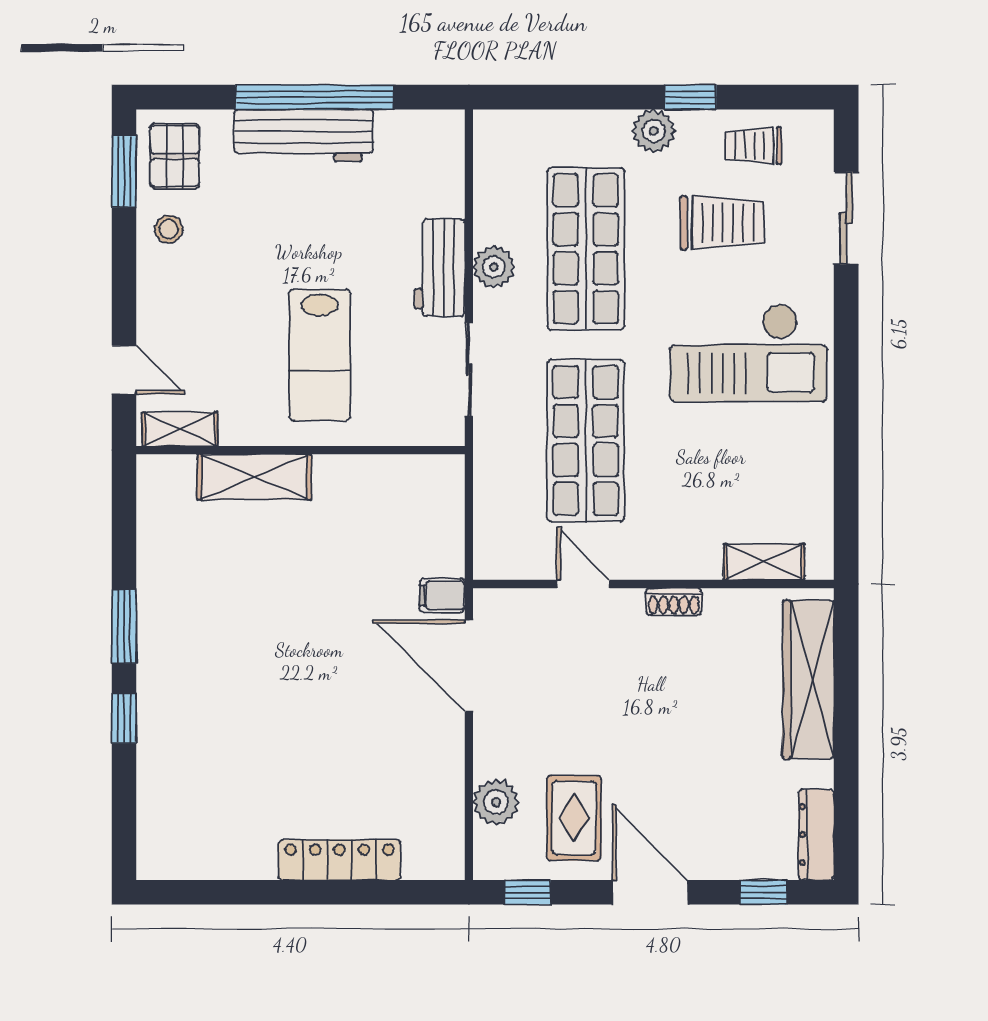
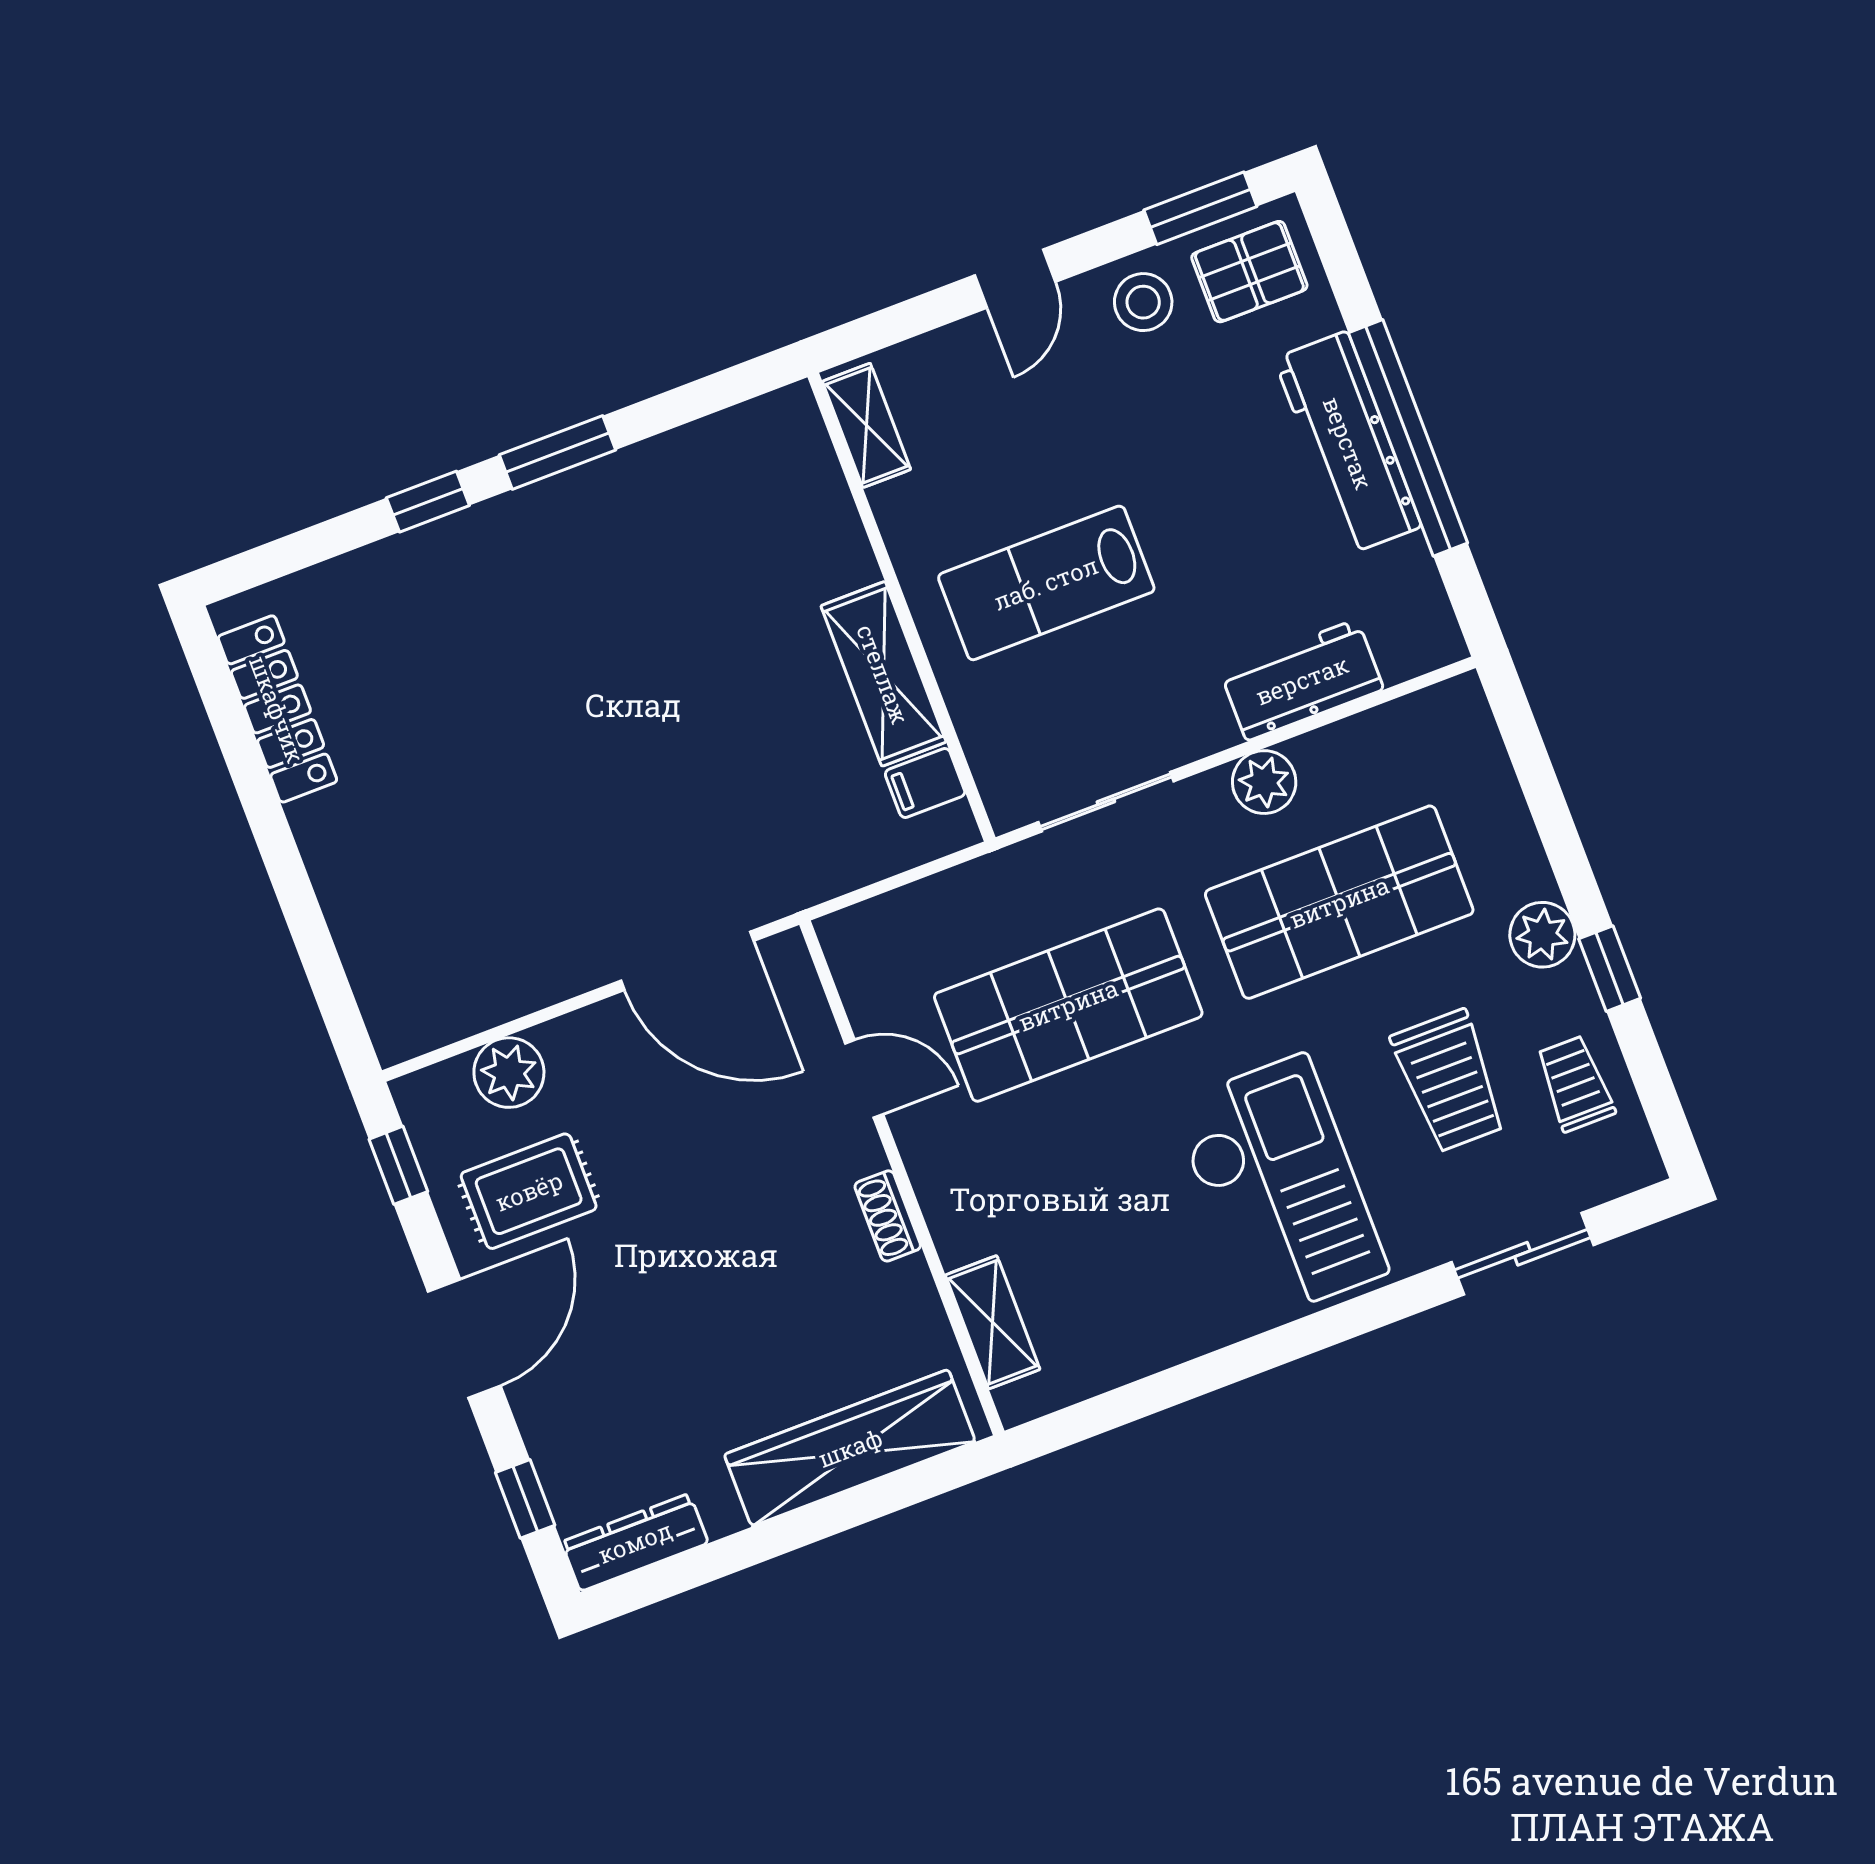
stool: (169, 229) -> (1143, 302), width x1.37, depth x1.37
workbench: (440, 268) -> (1302, 680), moved
checkout: (748, 353) -> (1279, 1188), turned 180
door: (124, 370) -> (1015, 279), moved
shelving: (254, 477) -> (883, 674), moved
door: (583, 584) -> (864, 1079), hinge flipped
filing cabinet: (442, 595) -> (925, 783), moved, turned -90
door: (469, 666) -> (687, 961), swing flipped
locker: (340, 860) -> (277, 709), moved

